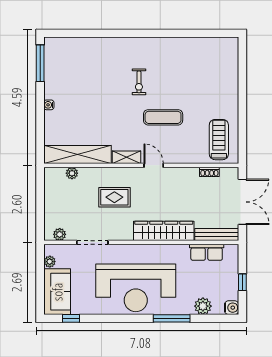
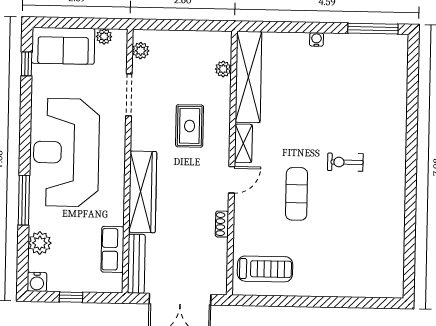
shoe rack: (209, 172) -> (222, 224), moved

